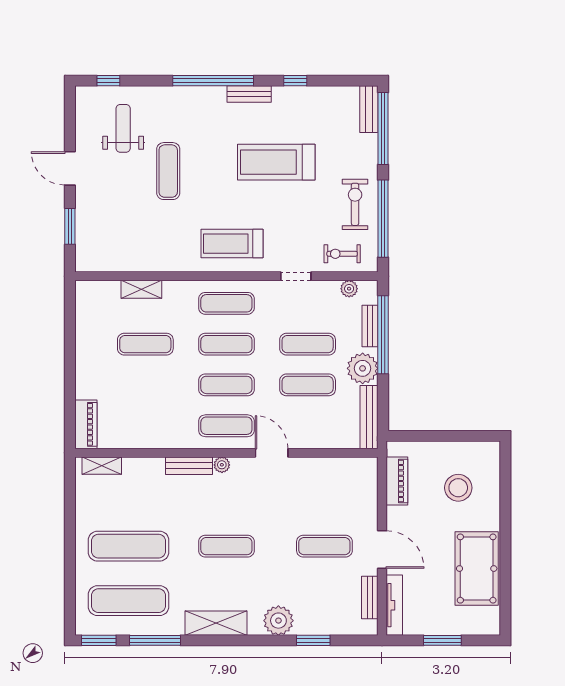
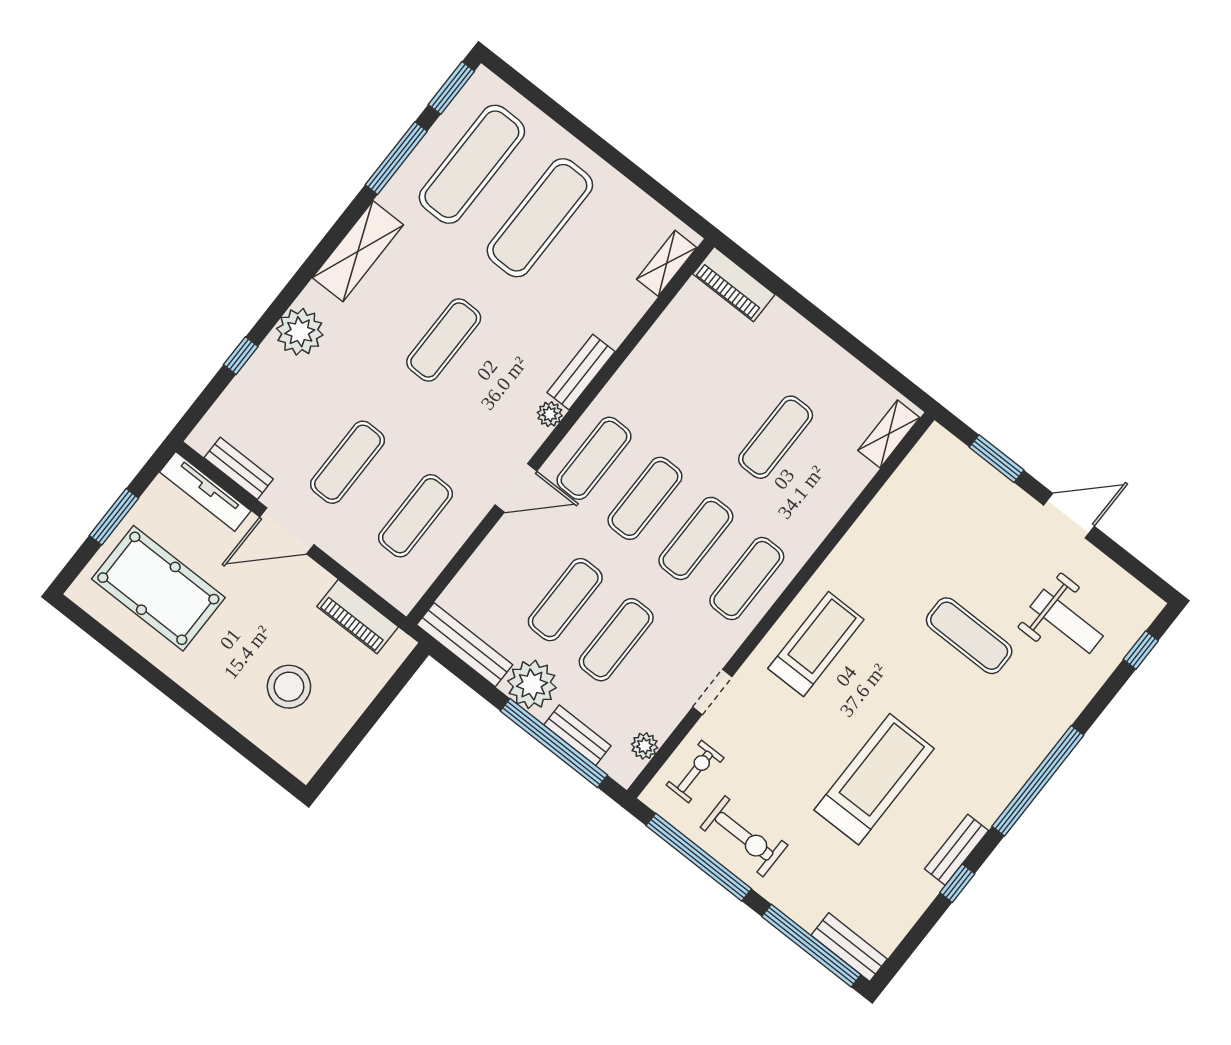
bench: (249, 94) -> (957, 850), moved
shelving: (141, 289) -> (889, 434), moved
exercise mat: (324, 492) -> (415, 516), added
pool table: (477, 569) -> (158, 588), moved
window: (313, 640) -> (241, 356), width x0.67

